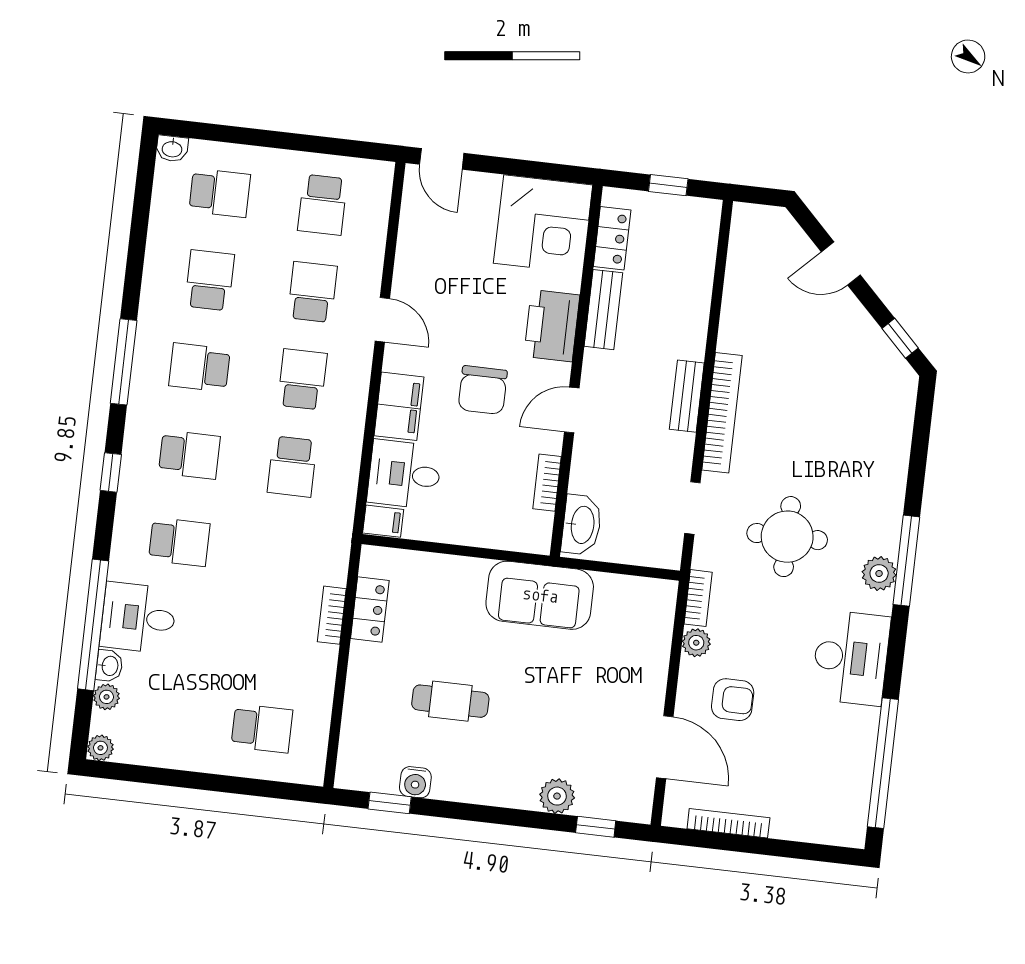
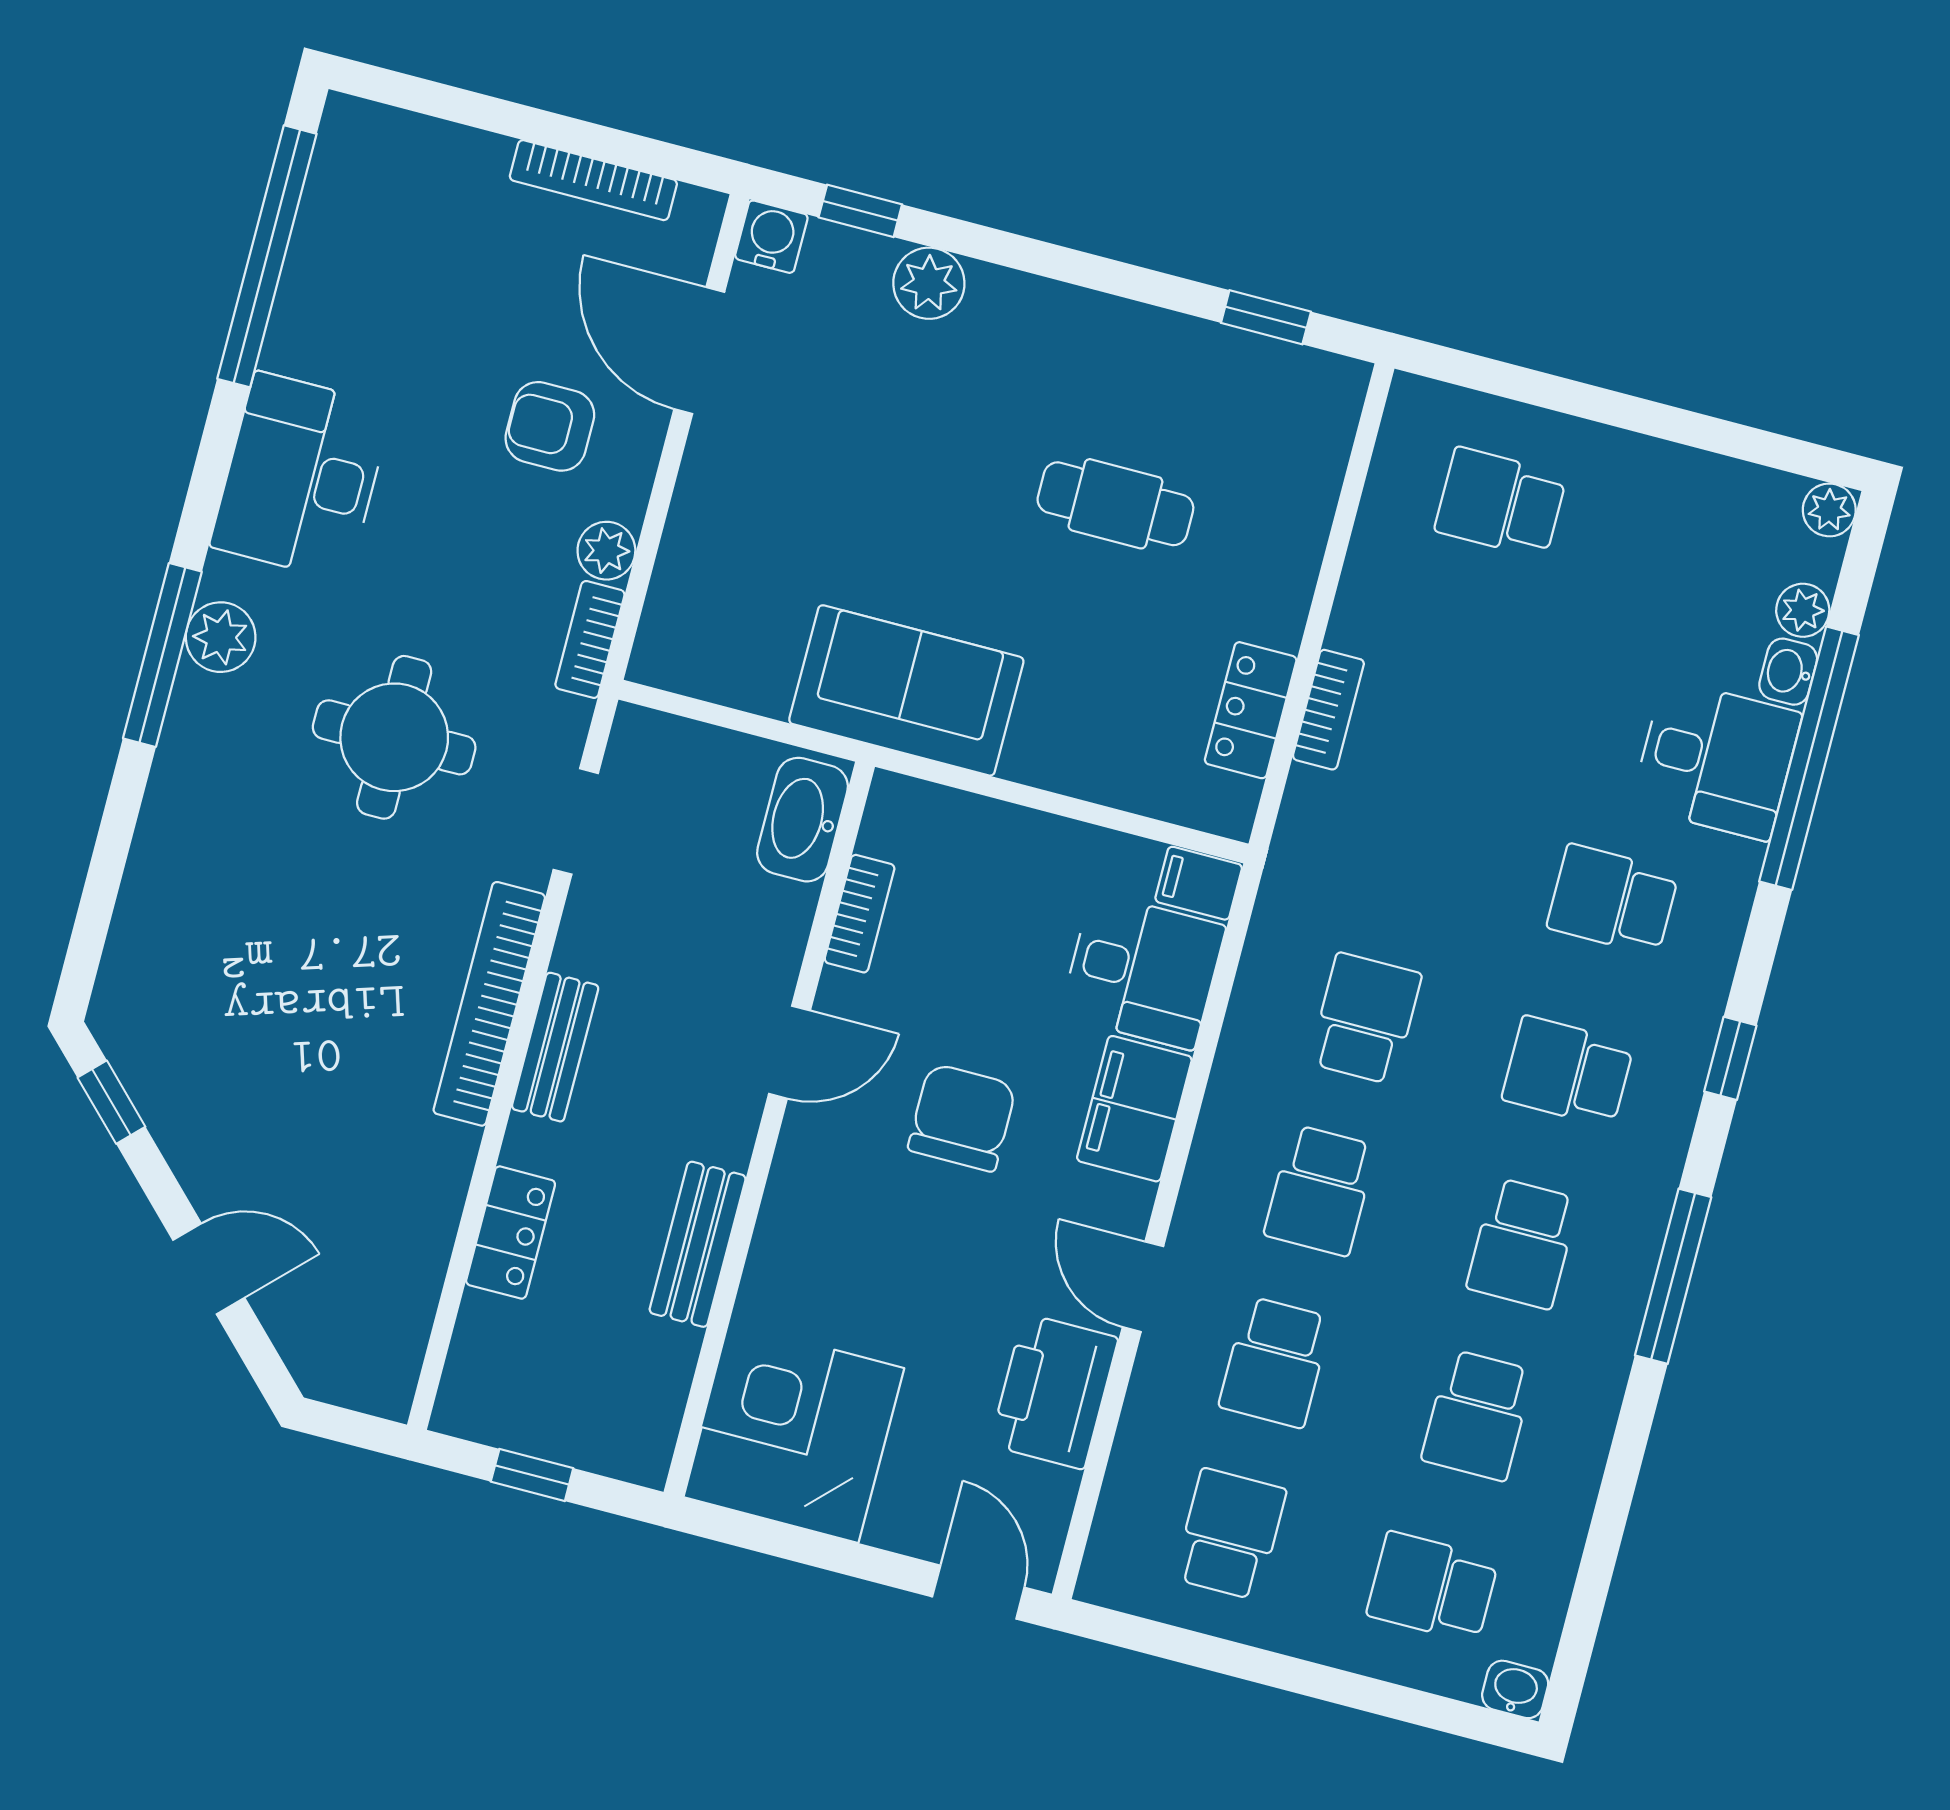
locker: (612, 238) -> (511, 1233), moved, turned 180
printer: (552, 326) -> (1054, 1392), moved, turned 180
school desk: (199, 367) -> (1523, 1243), turned 90
water cooler: (415, 782) -> (771, 237), moved

